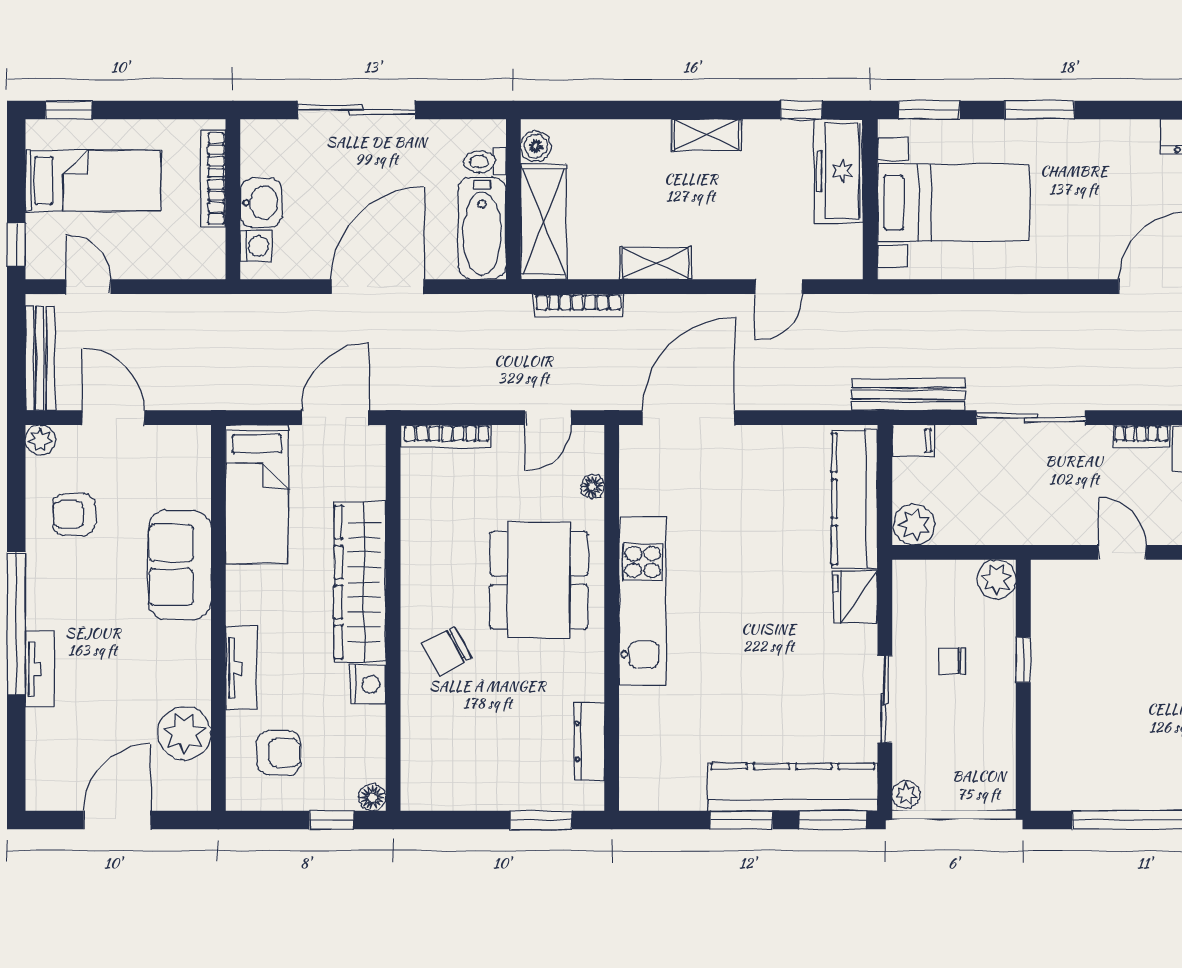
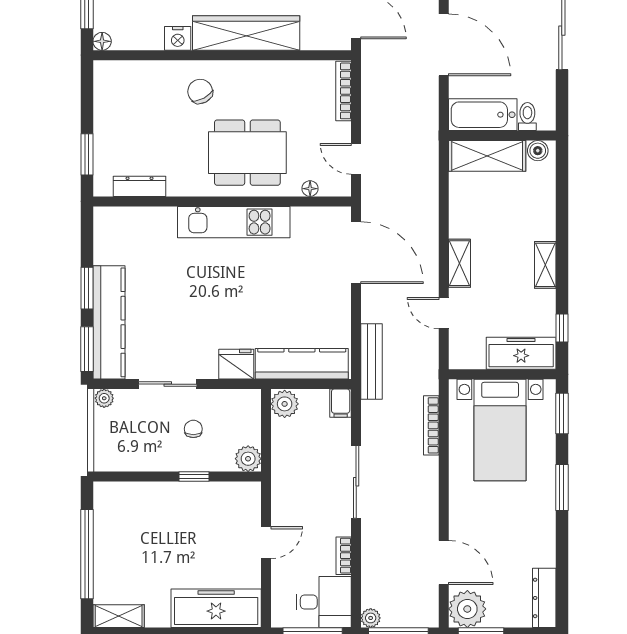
shelving: (655, 263) -> (460, 263), moved
bookcase: (578, 305) -> (431, 425), moved
bench: (908, 394) -> (372, 362), moved

